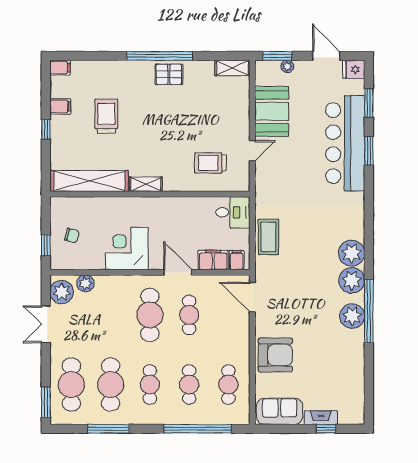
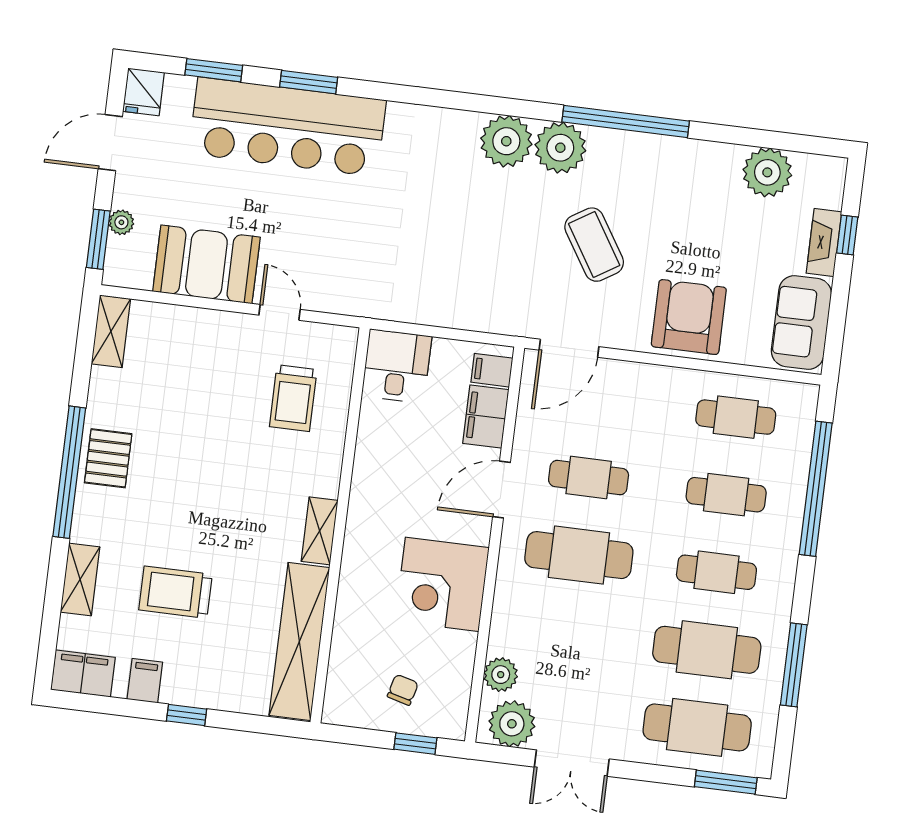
filing cabinet: (60, 68) -> (83, 674), width x2.00
shelving: (107, 68) -> (80, 580), added
coffee table: (268, 237) -> (594, 245), moved, turned 58
plant: (352, 316) -> (767, 172), moved

